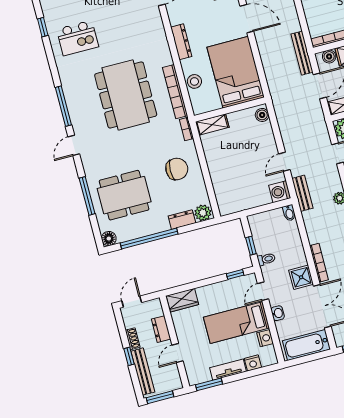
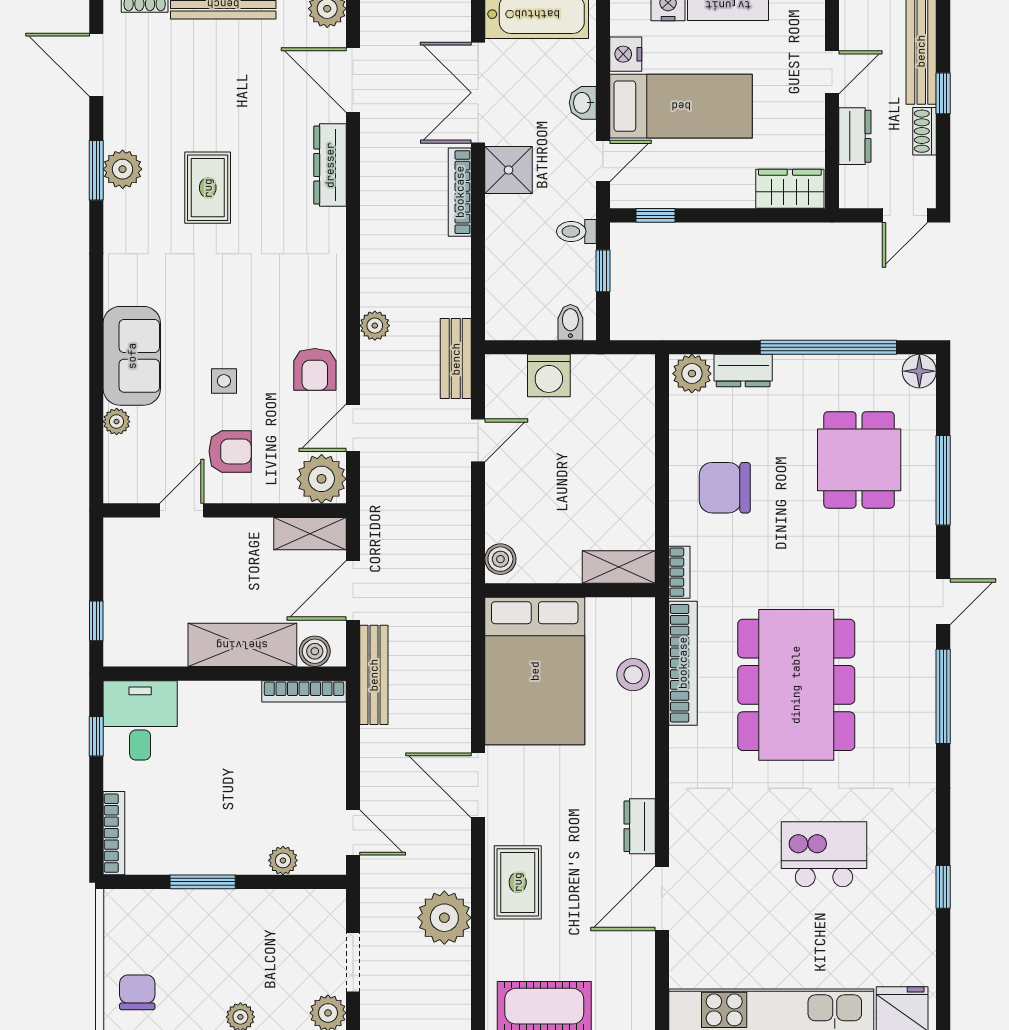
kitchen island: (78, 38) -> (824, 854), moved
dresser: (181, 42) -> (640, 826), moved, width x0.70
washing machine: (280, 192) -> (549, 375), moved, turned 90
dining table: (124, 195) -> (859, 460), width x0.73
bidet: (289, 213) -> (570, 322), moved

